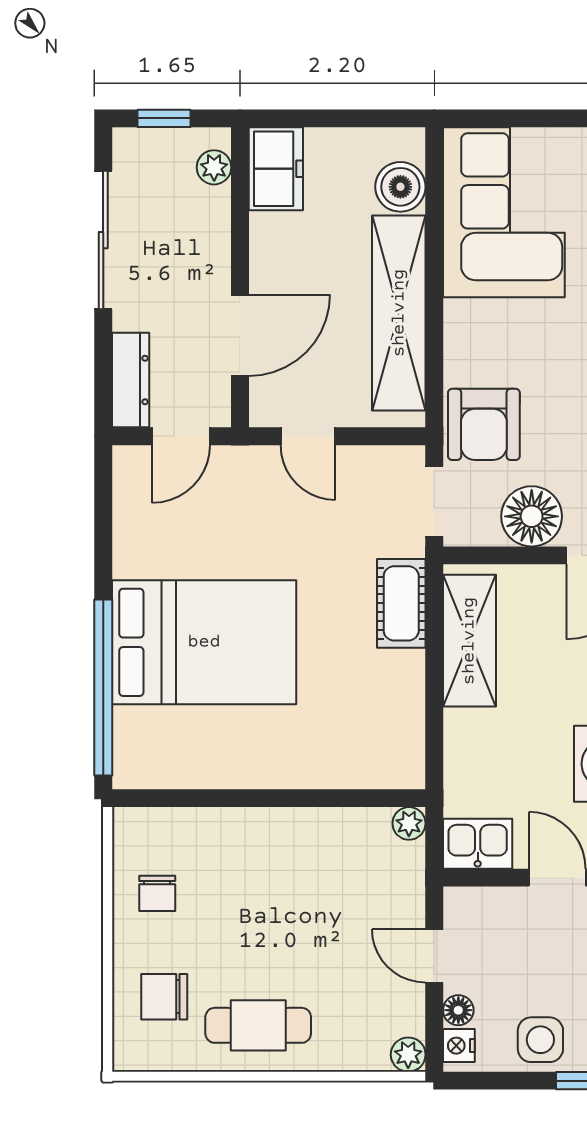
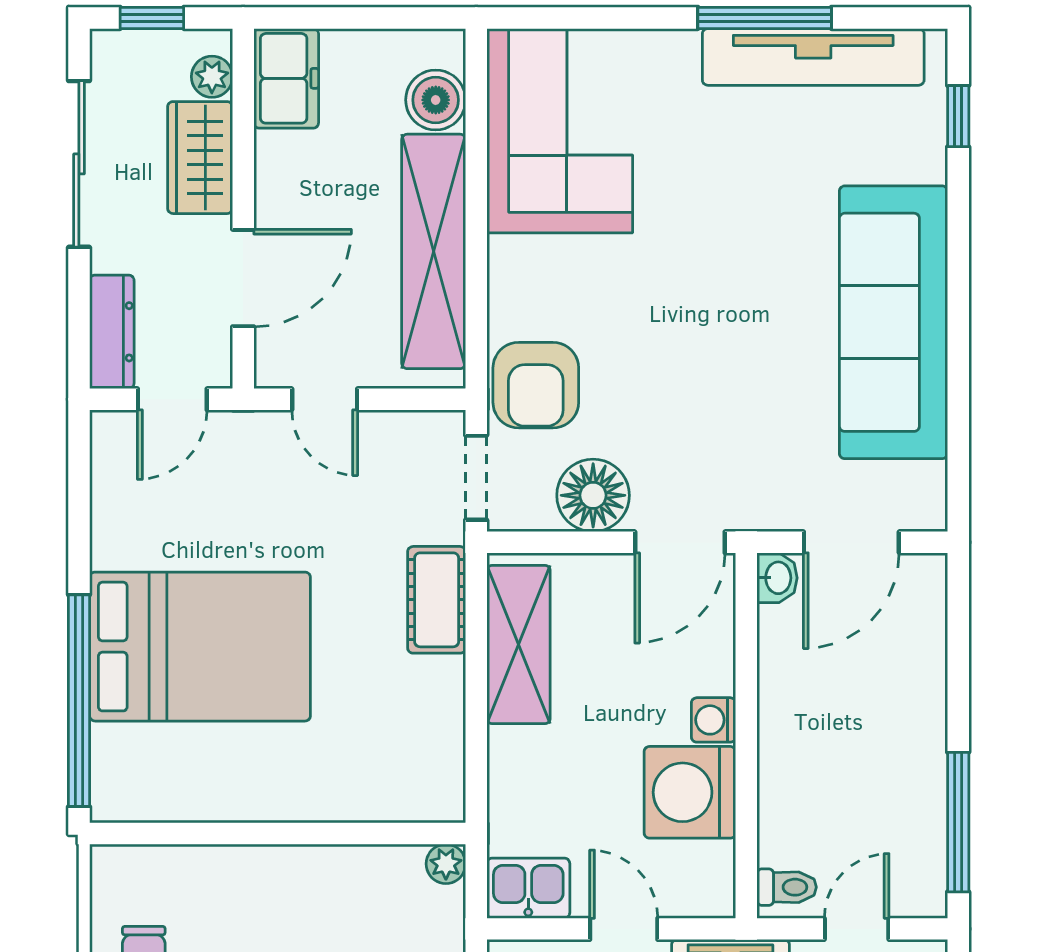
wardrobe: (204, 235) -> (200, 158), added

